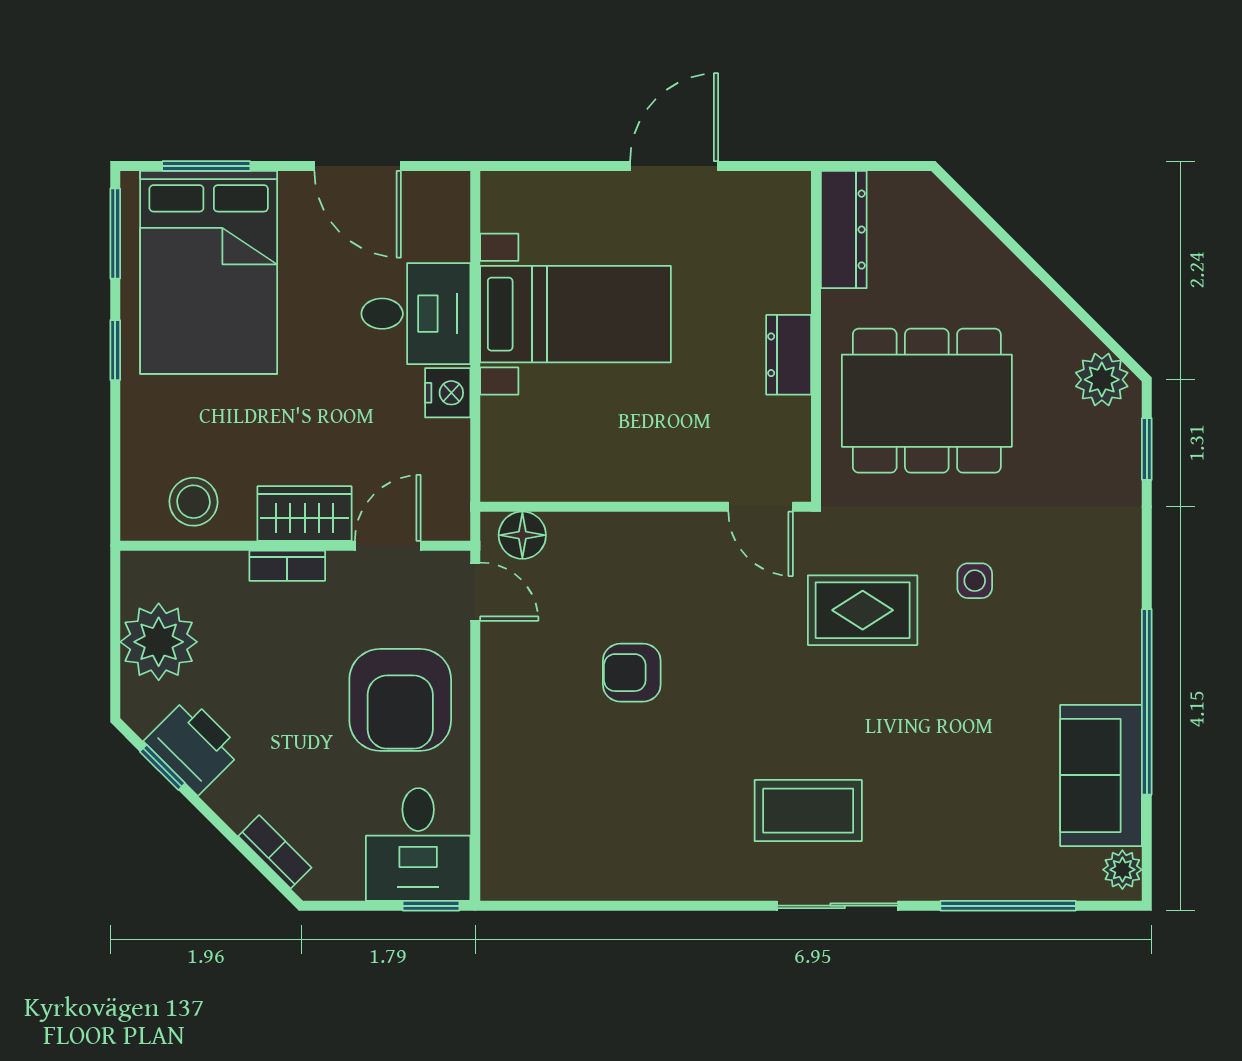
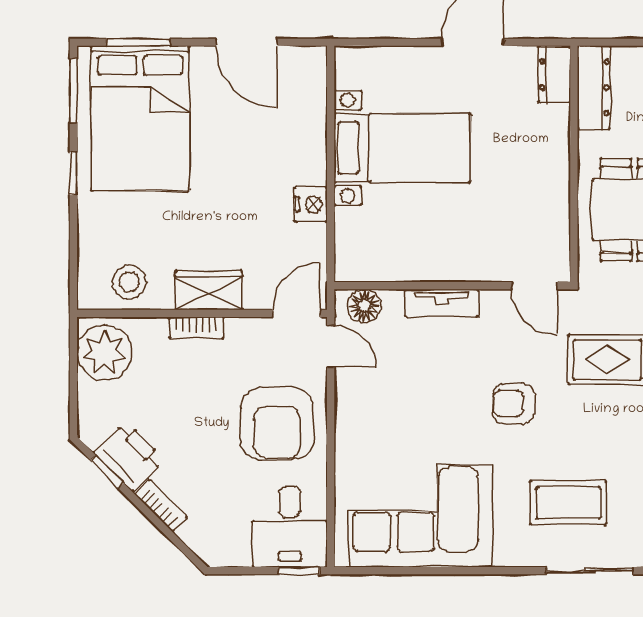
desk: (416, 314) -> (288, 148), removed
dresser: (789, 355) -> (554, 74), moved
tv unit: (631, 531) -> (442, 303), added
door: (388, 546) -> (297, 313), moved
plant: (159, 642) -> (104, 352), moved
armchair: (632, 673) -> (513, 403), moved
corner sofa: (601, 829) -> (420, 516), added
bookcase: (275, 852) -> (161, 506), moved

